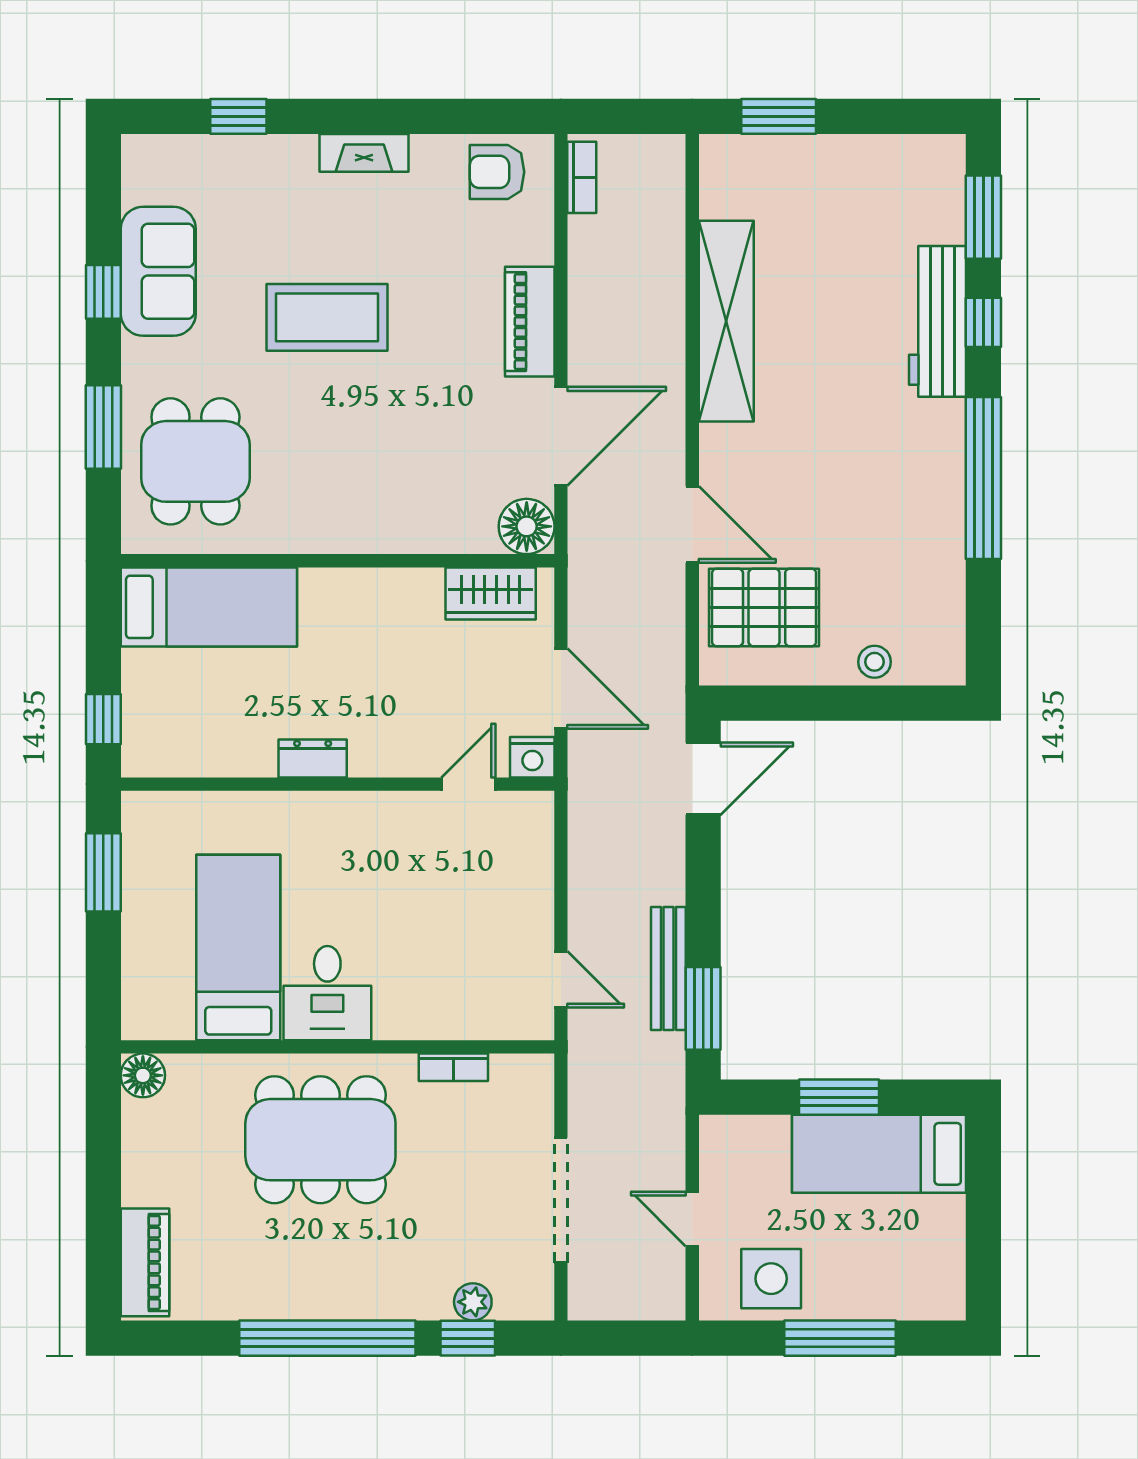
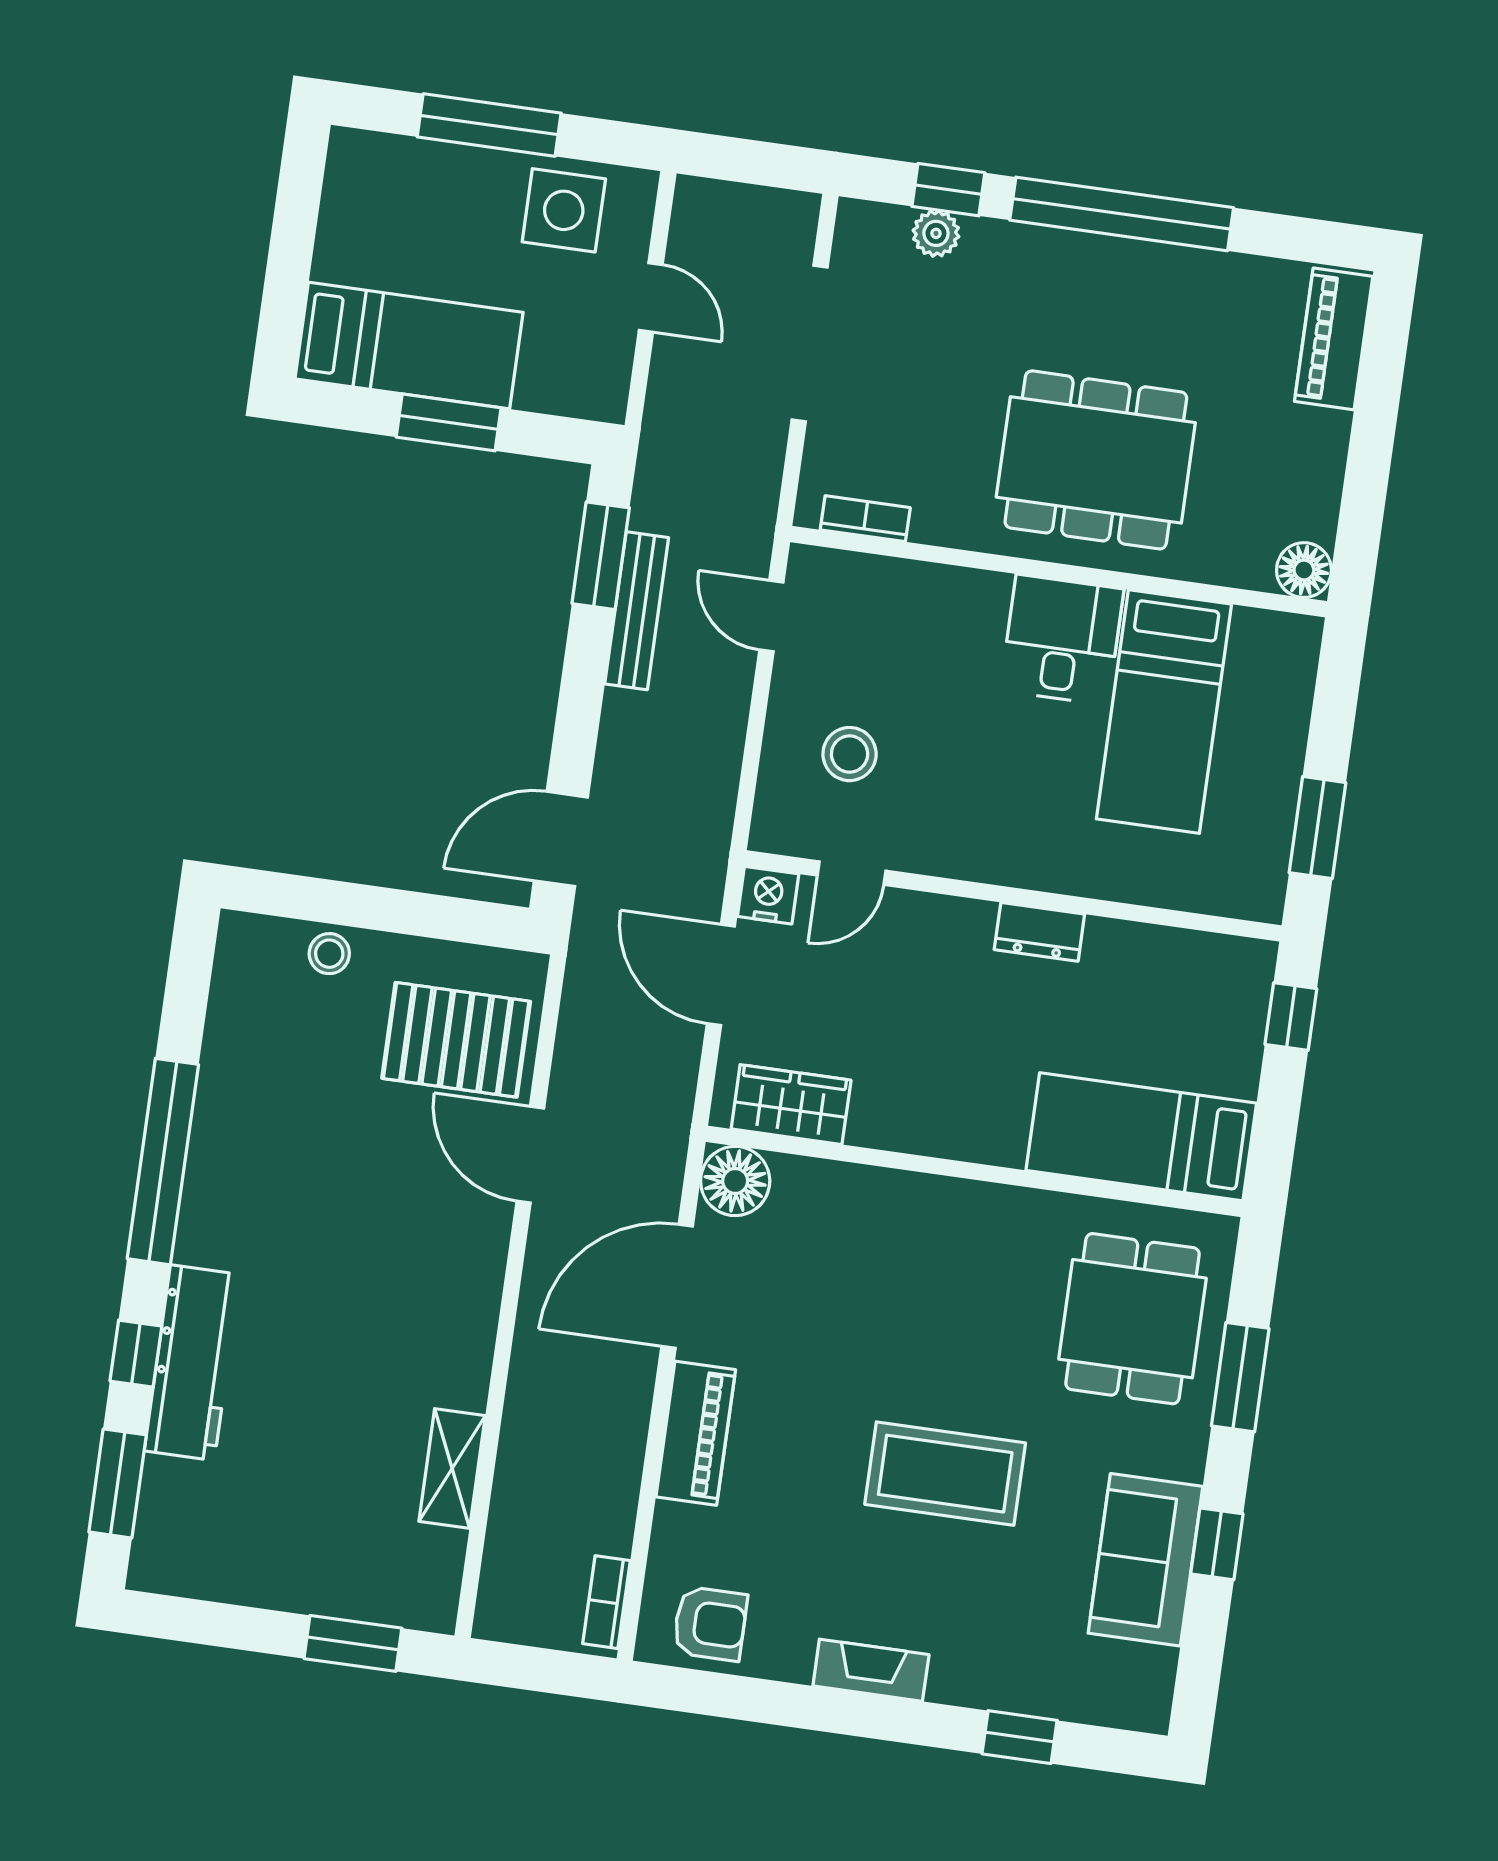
shelving: (726, 321) -> (452, 1468), width x0.45, depth x0.75
stool: (483, 879) -> (850, 754), added
bookcase: (453, 1067) -> (865, 519), moved

